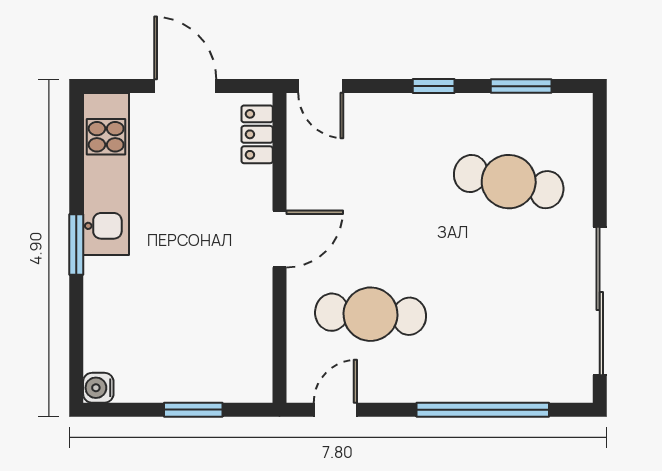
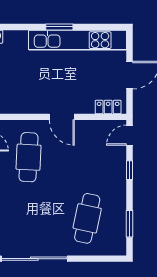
window: (434, 86) -> (130, 170), moved
kitchen unit: (106, 174) -> (78, 40), width x1.36

